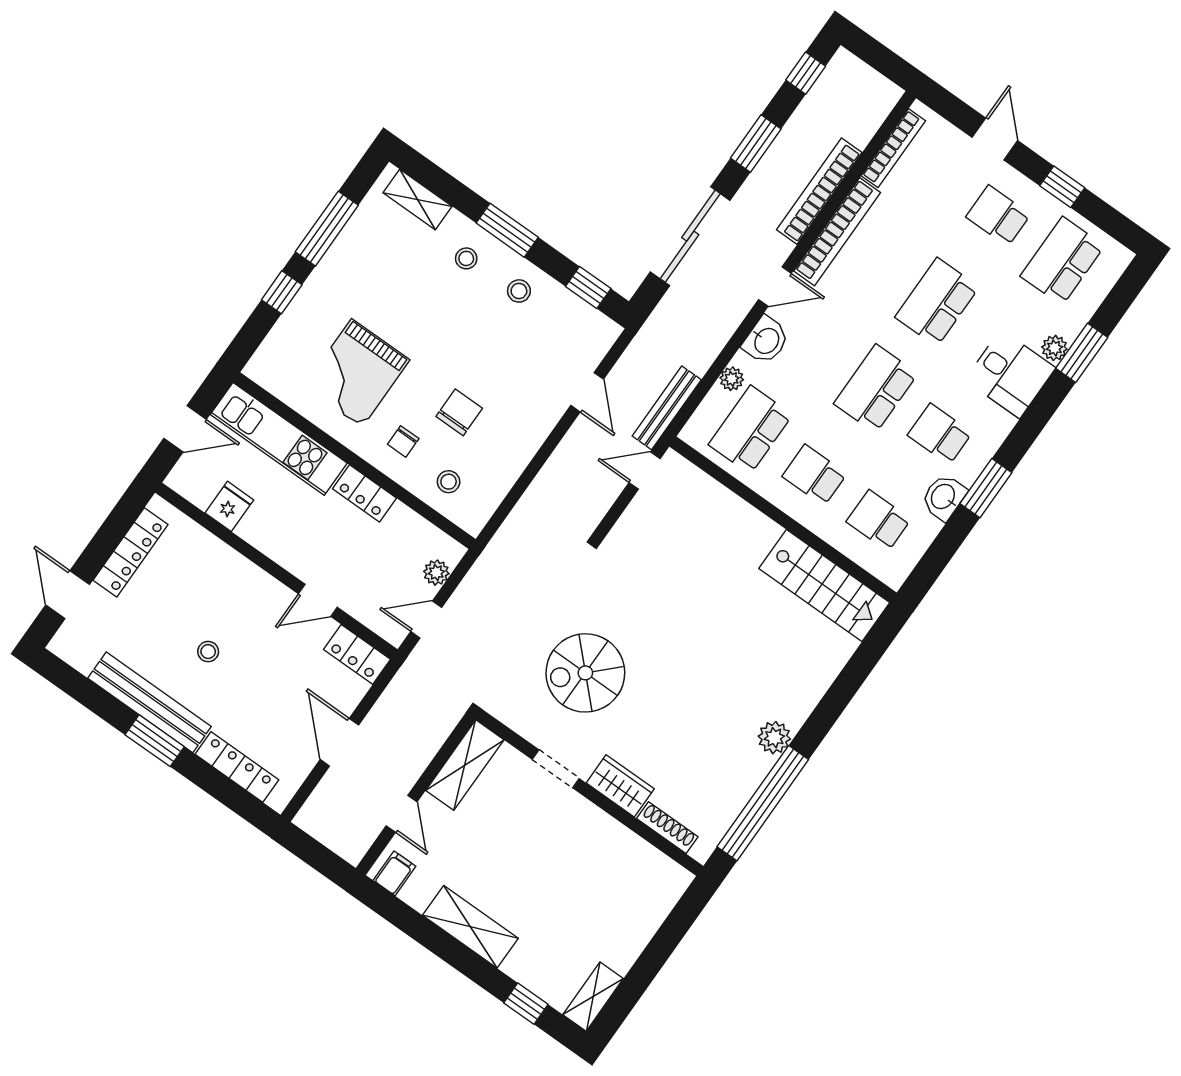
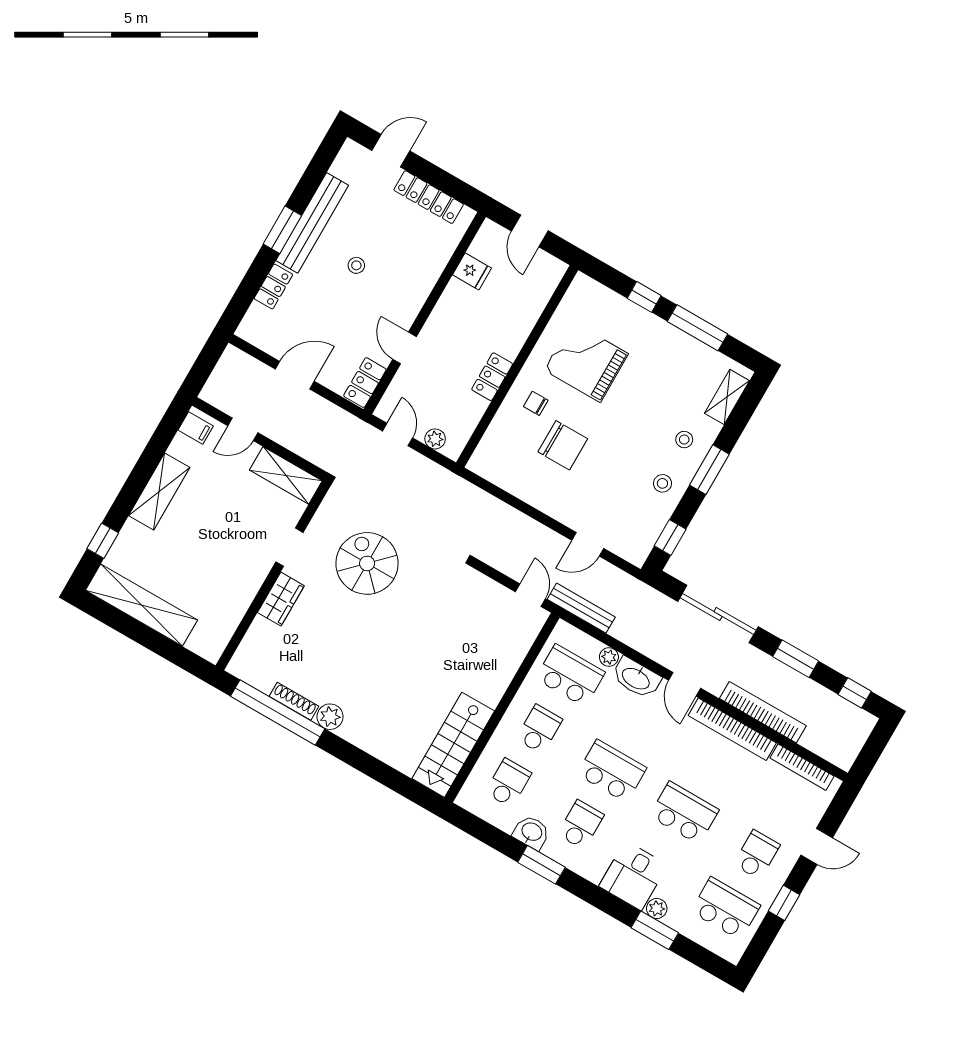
washbasin: (766, 340) -> (636, 678), width x1.38
chair: (459, 412) -> (563, 445), width x1.37, depth x1.37
kitchen unit: (279, 439) -> (529, 305), removed
stool: (449, 482) -> (507, 442), removed
locker: (237, 767) -> (273, 287), width x0.66
shoe rack: (667, 828) -> (294, 701), moved, turned -90
shelving: (593, 997) -> (141, 605), width x2.20, depth x1.33

